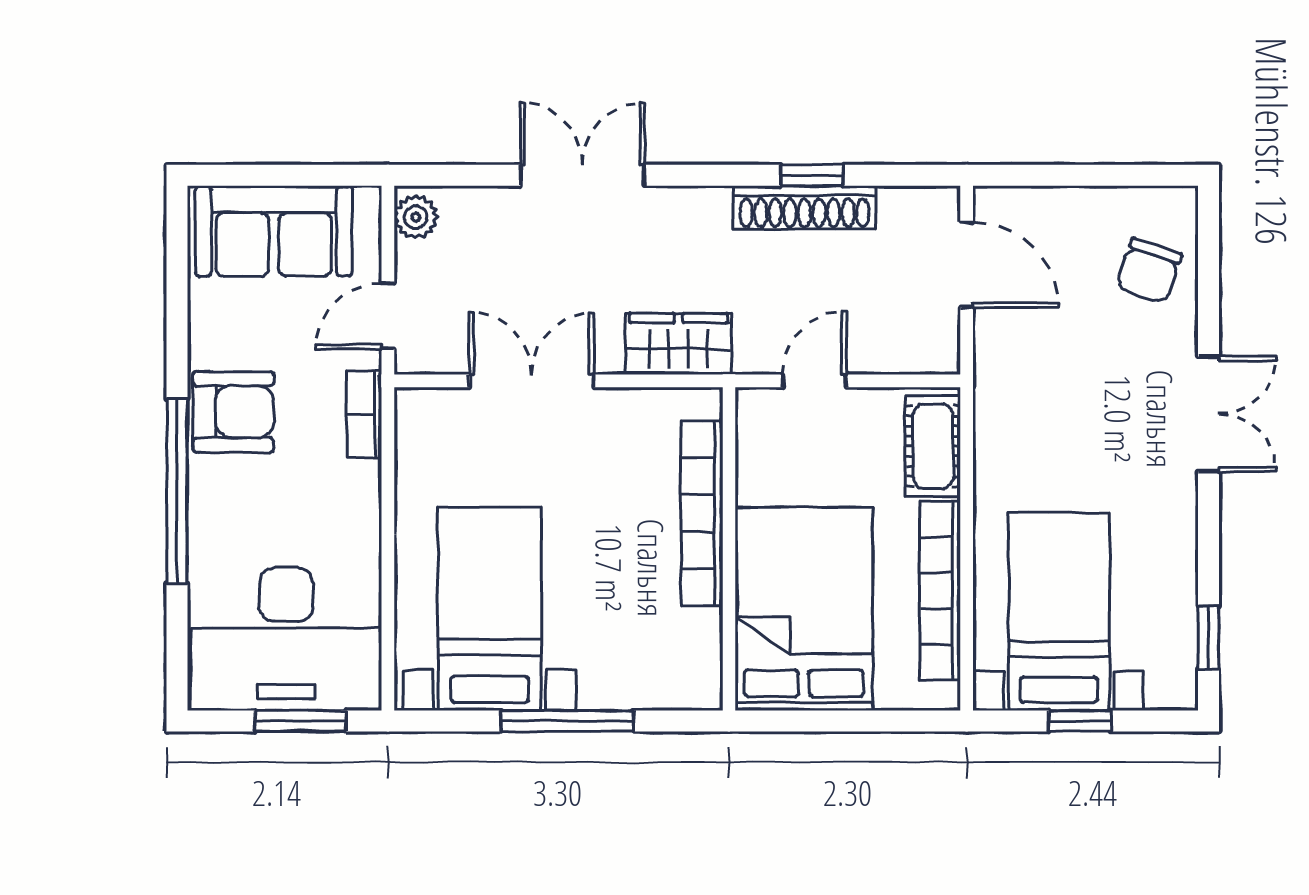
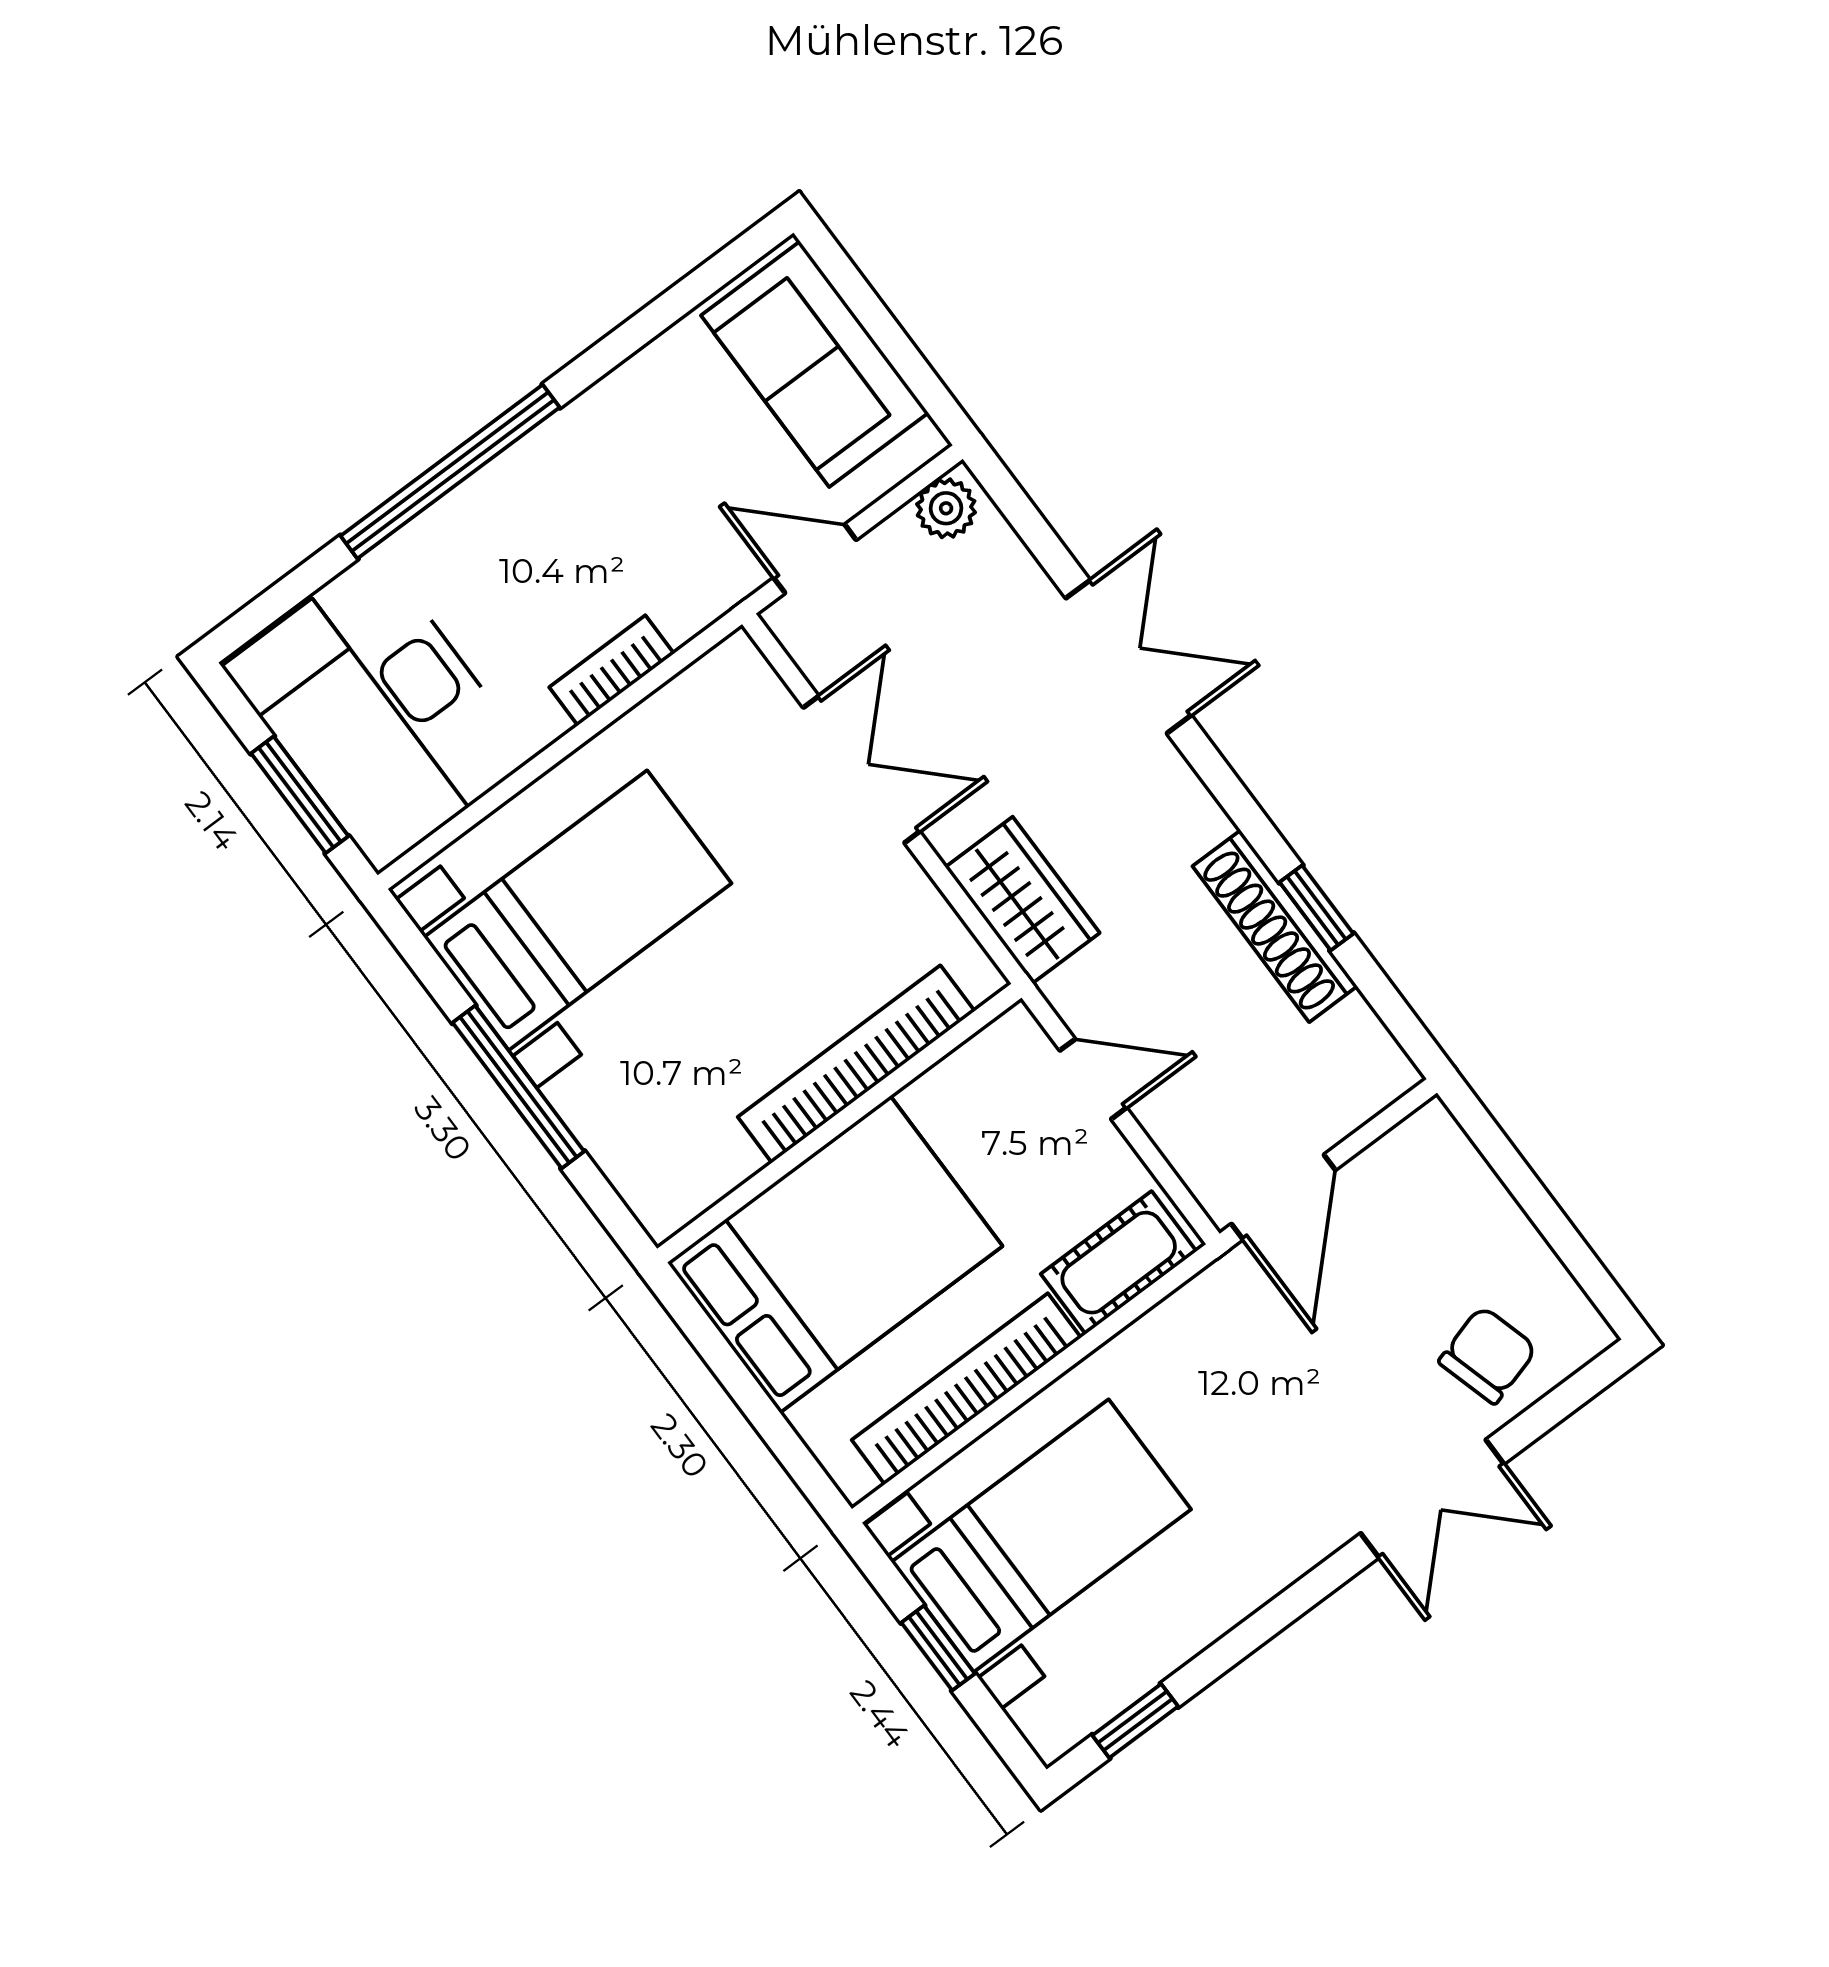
door: (967, 265) -> (1283, 1197), moved
chair: (1149, 271) -> (1488, 1355), turned 145
armchair: (233, 412) -> (583, 468), removed
bookcase: (364, 414) -> (612, 670), moved
double door: (1209, 414) -> (1432, 1499), moved

